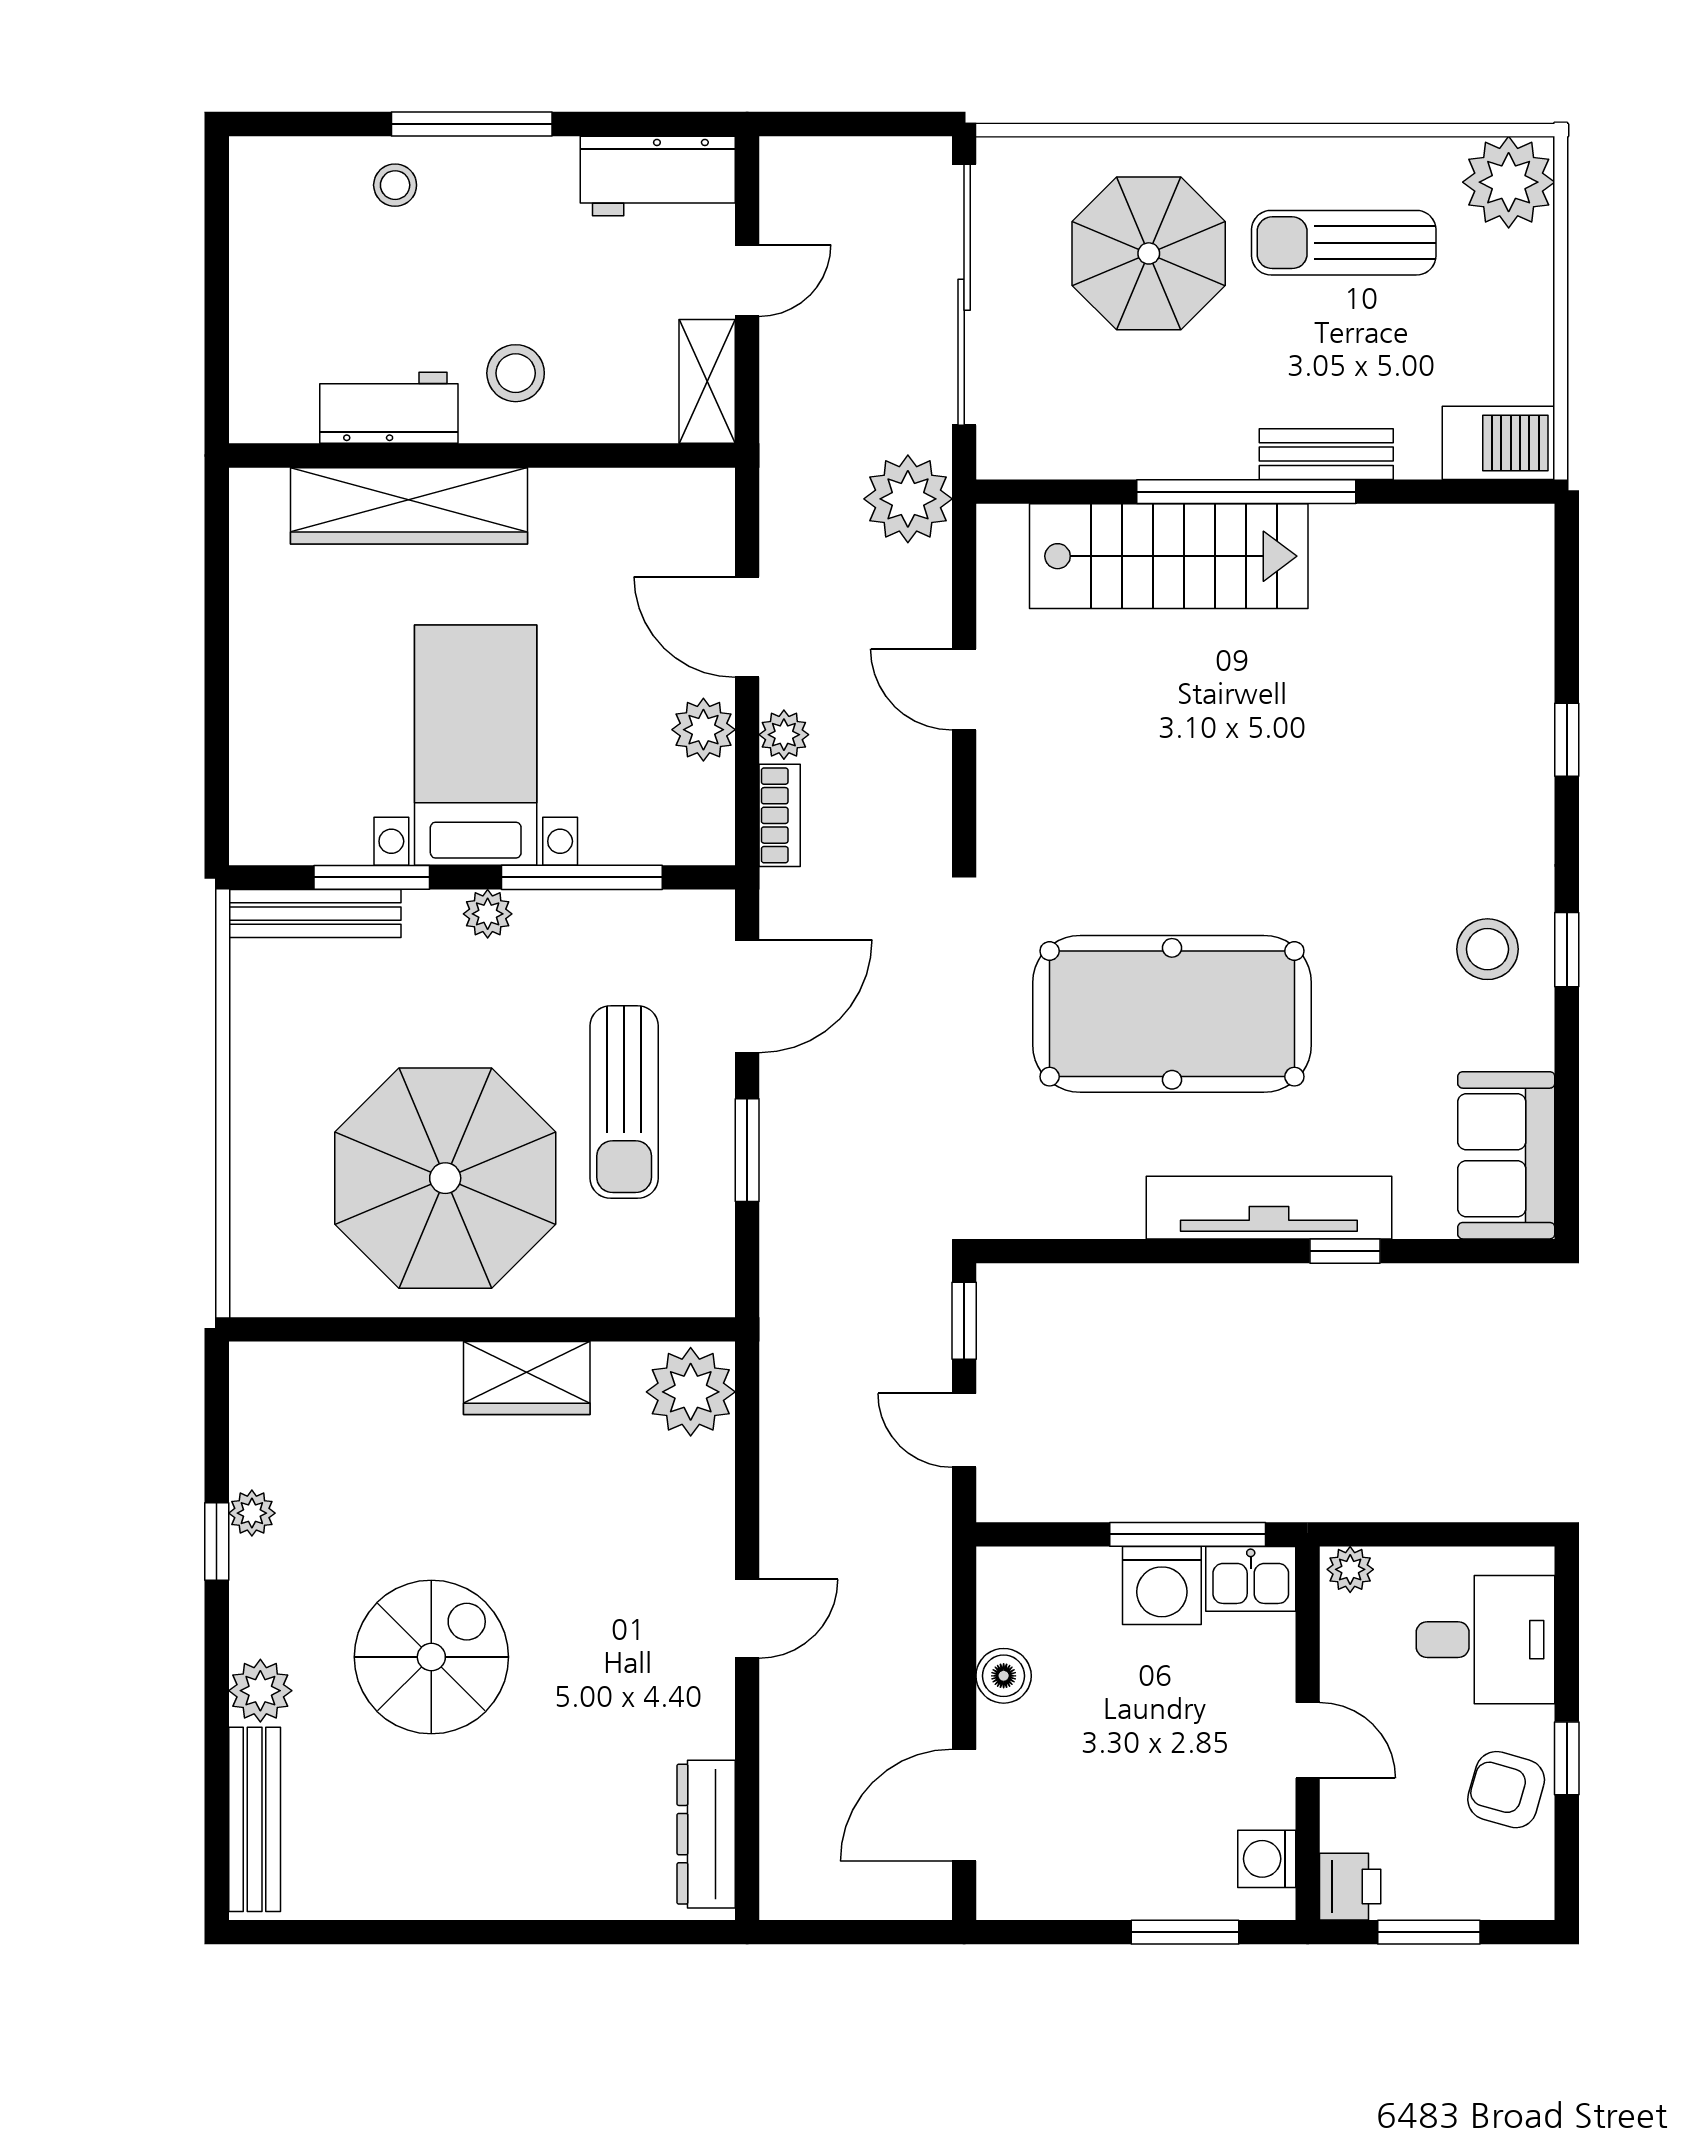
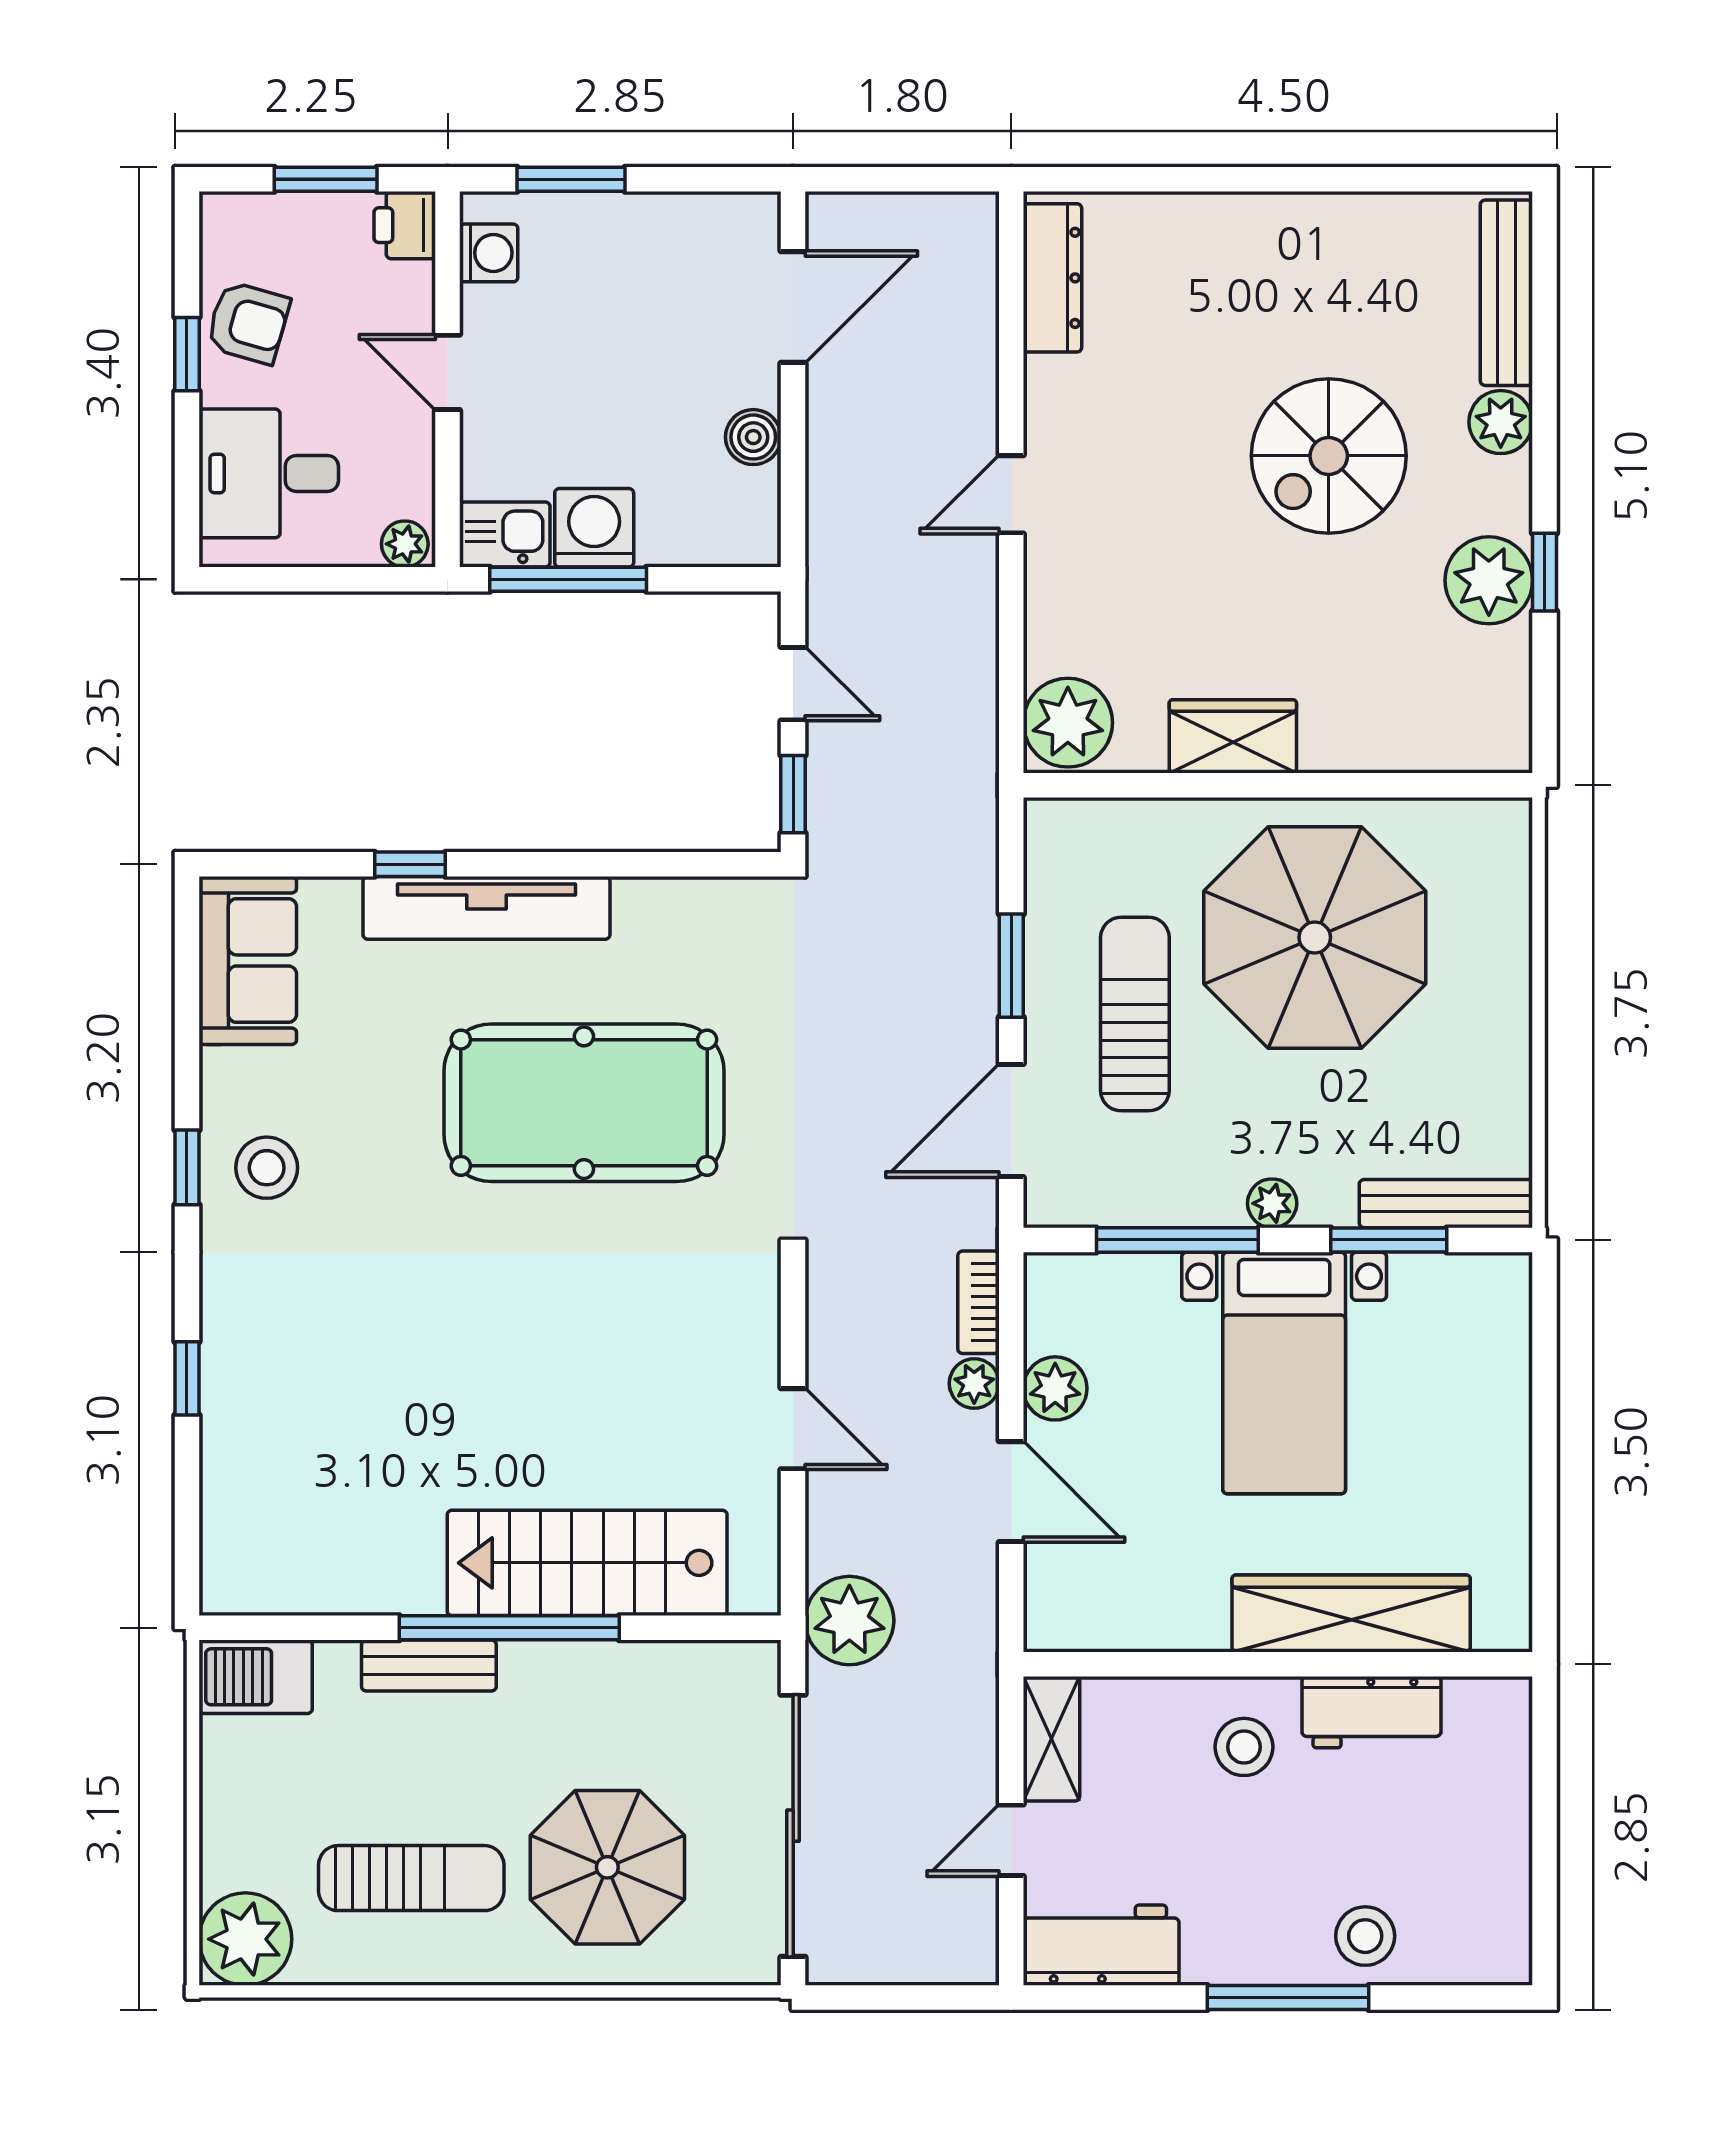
stool: (395, 185) -> (1365, 1936), width x1.37, depth x1.37
plant: (252, 1513) -> (1489, 580), width x1.88, depth x1.88

